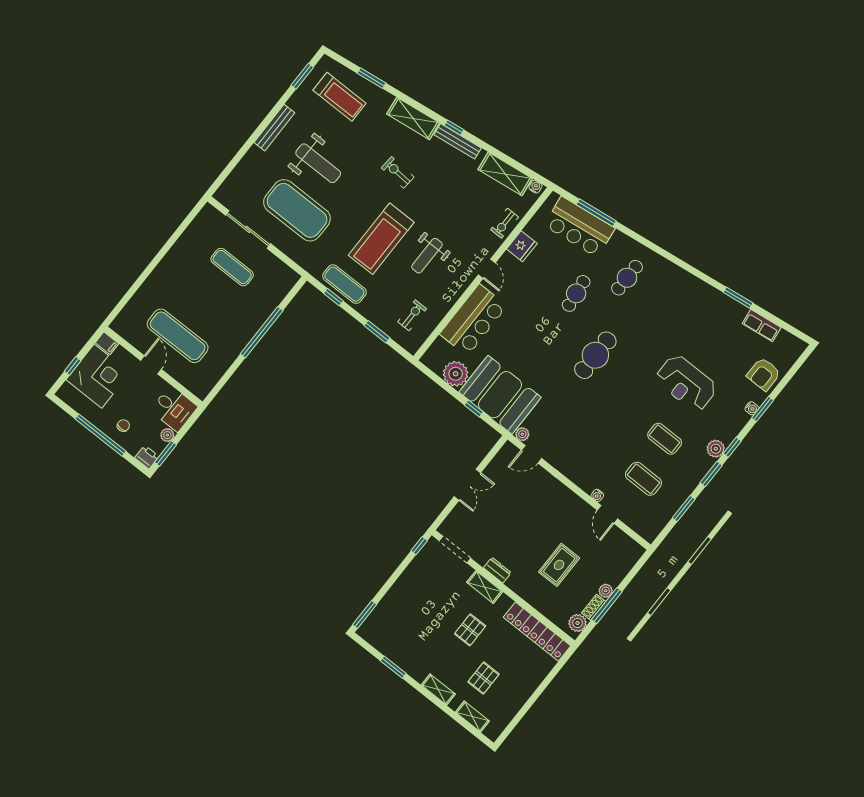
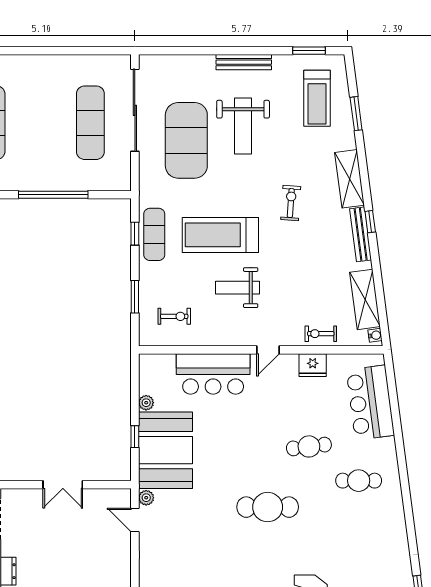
window: (596, 213) -> (395, 408), removed
sliding door: (248, 229) -> (135, 110), width x1.36
exercise mat: (232, 267) -> (90, 123), width x1.36, depth x1.45
plant: (456, 374) -> (146, 403), width x0.53, depth x0.53

